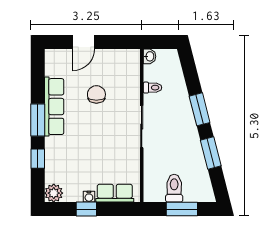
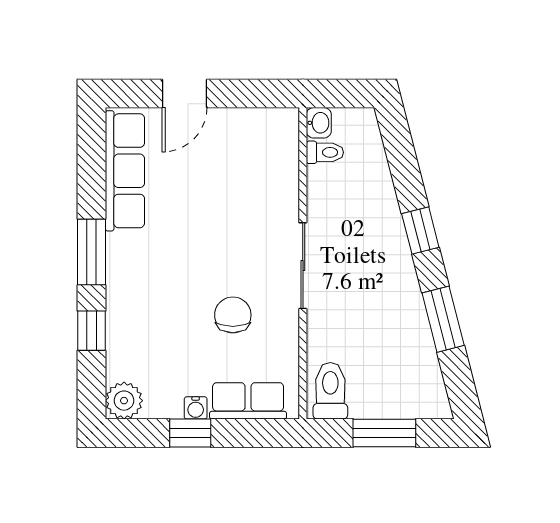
toilet: (153, 88) -> (325, 152), moved
chair: (96, 94) -> (233, 315), moved
row of seats: (54, 107) -> (125, 171), moved
window: (200, 109) -> (420, 230), width x0.67
toilet: (174, 188) -> (330, 391), moved

